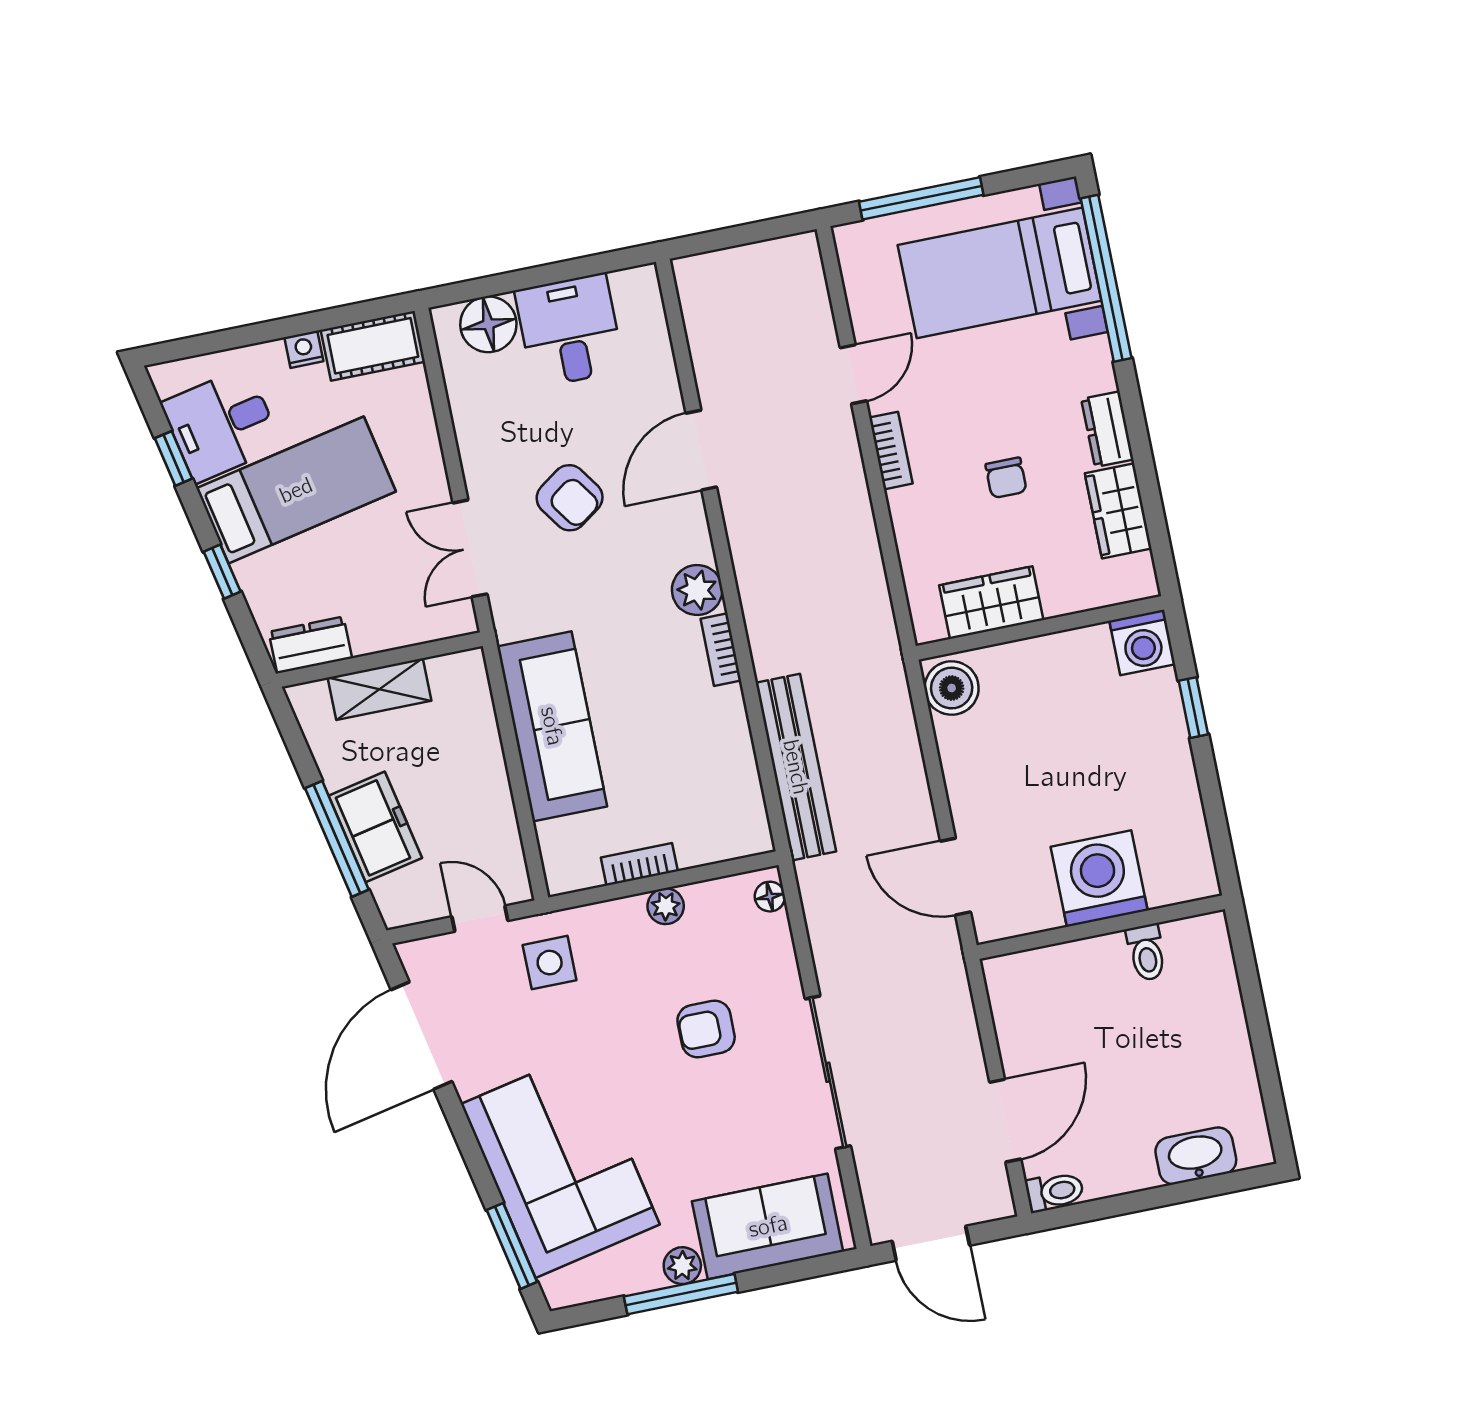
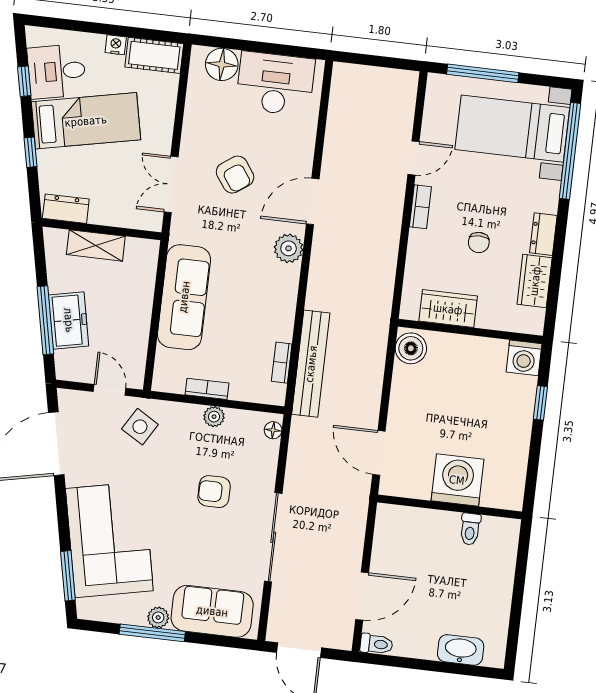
desk: (570, 330) -> (275, 84), width x1.37
door: (701, 450) -> (313, 201), moved
bookcase: (721, 650) -> (282, 363), moved
side table: (550, 963) -> (140, 427), turned 31

